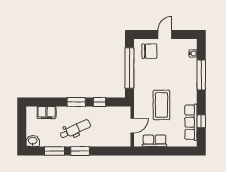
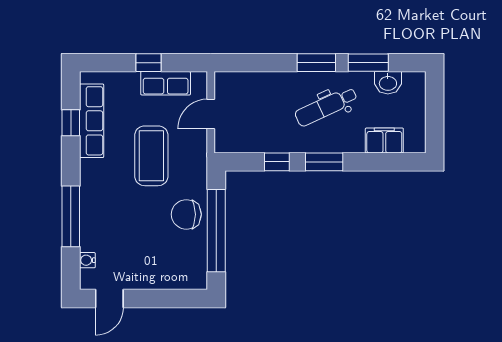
door: (165, 35) -> (109, 299), moved
chair: (149, 51) -> (186, 214), moved
washbasin: (33, 141) -> (388, 83), moved
window: (163, 151) -> (149, 63), added

